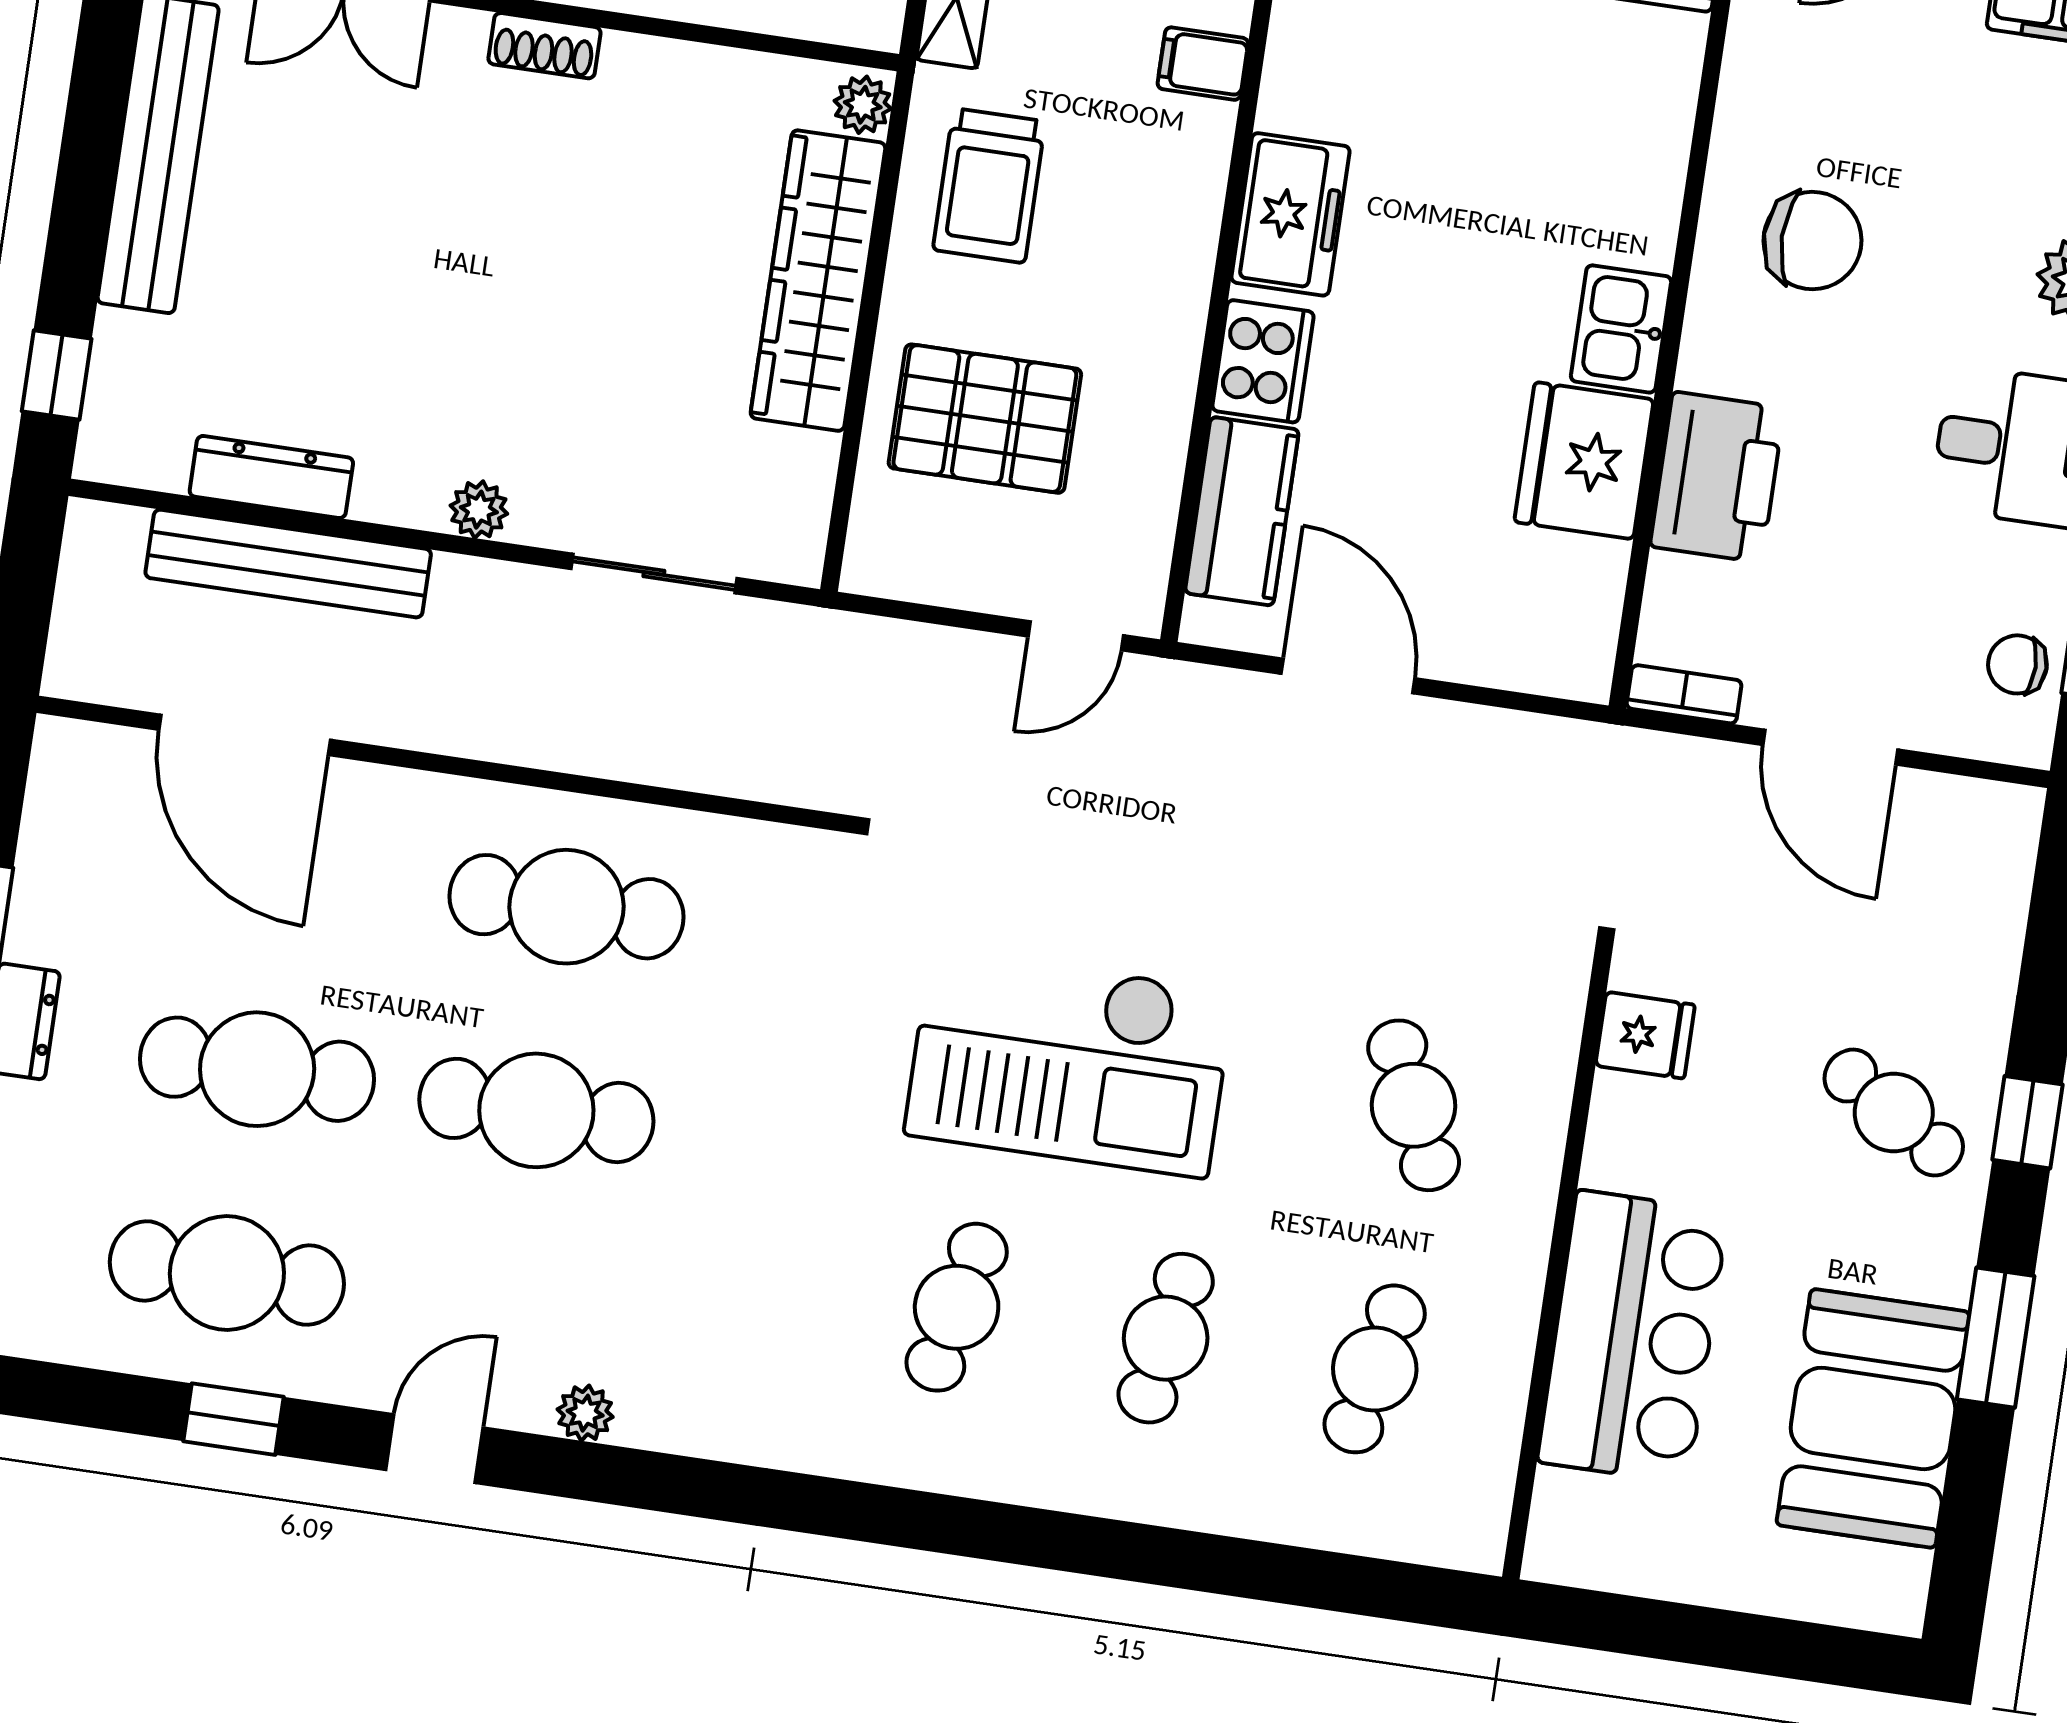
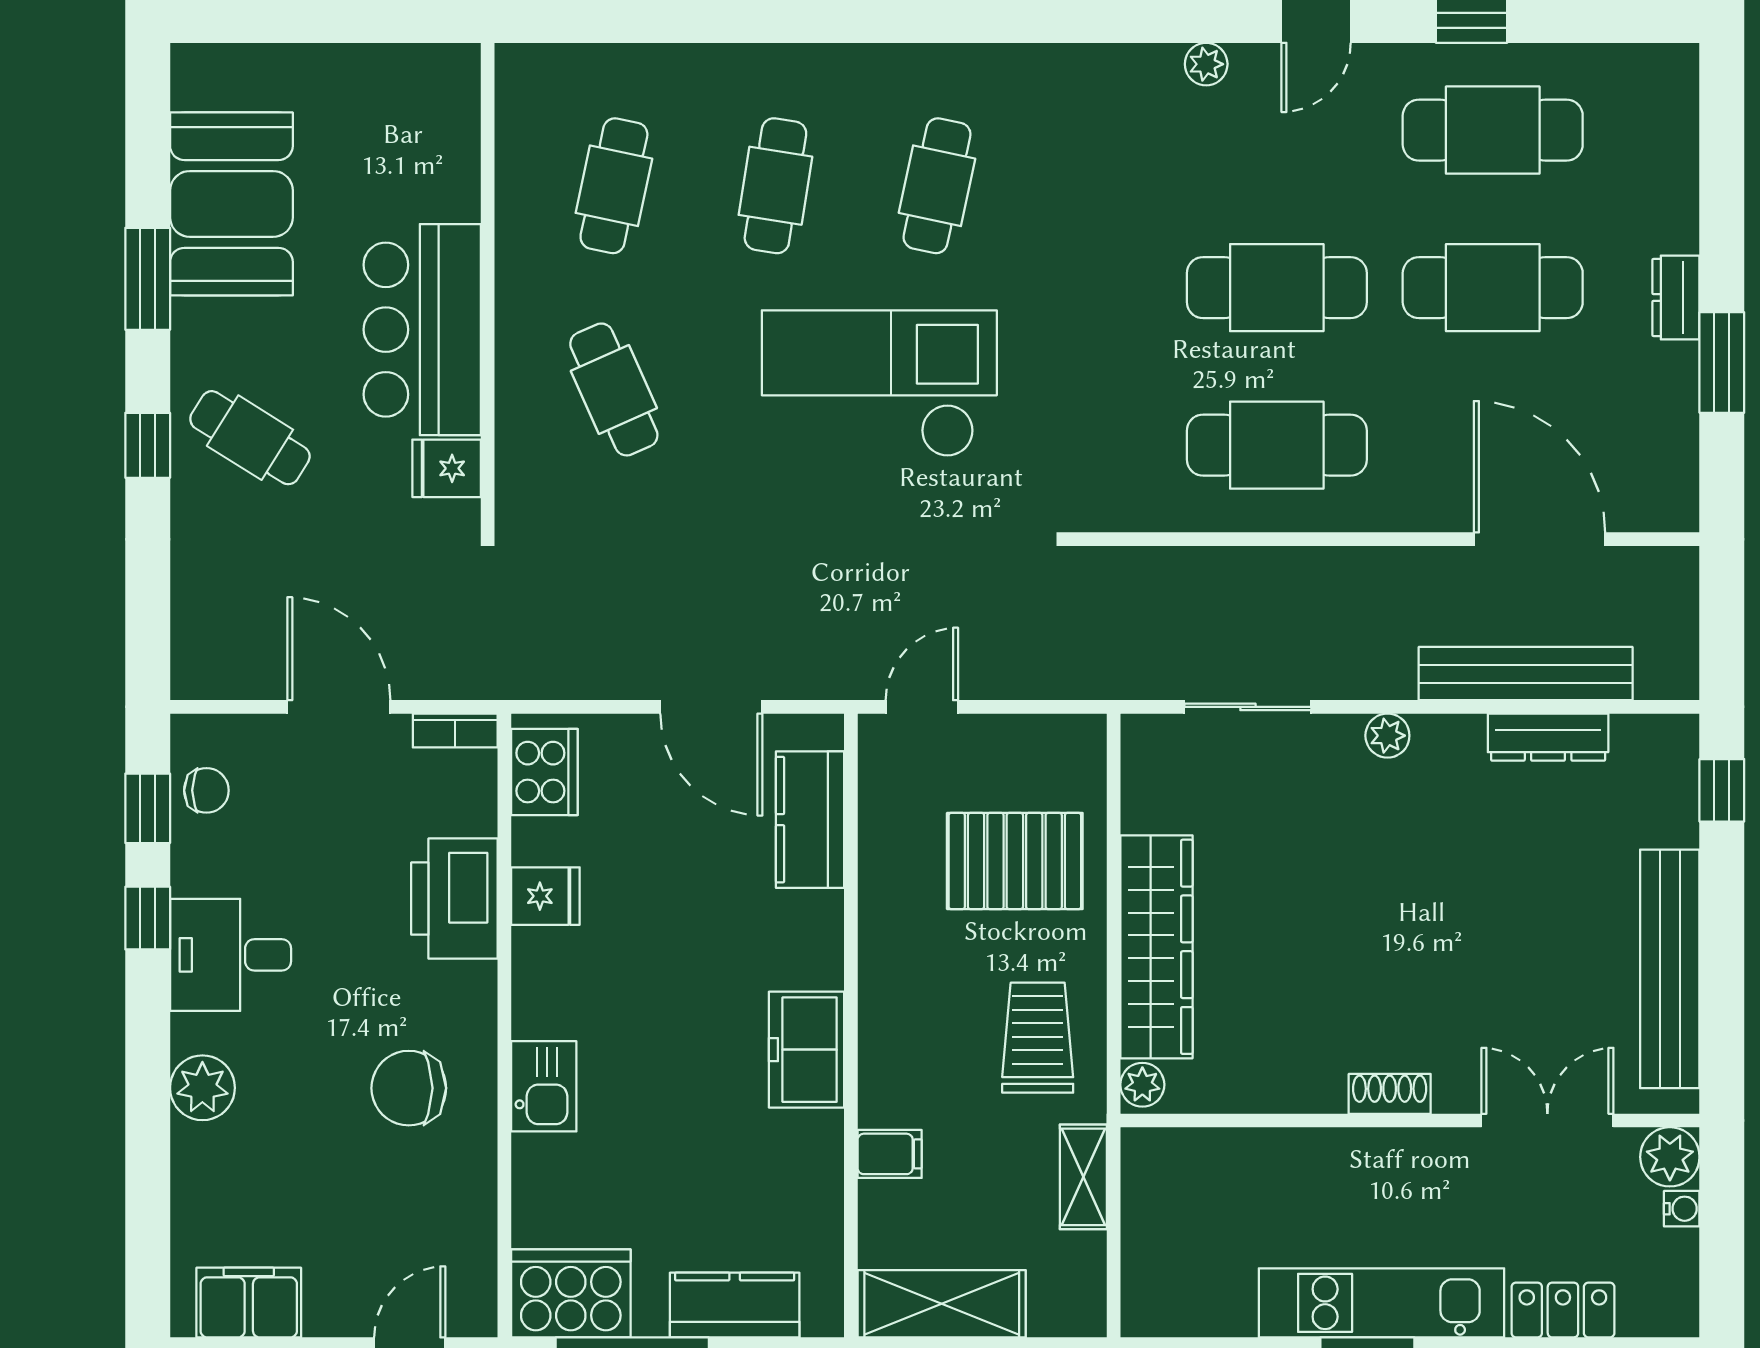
kitchen sink: (1621, 329) -> (544, 1086), moved
cooker: (1263, 361) -> (544, 772), moved, turned 180
fridge: (1584, 461) -> (545, 896), width x0.53, depth x0.75
bar counter: (1633, 1337) -> (422, 330), moved

